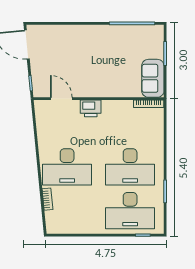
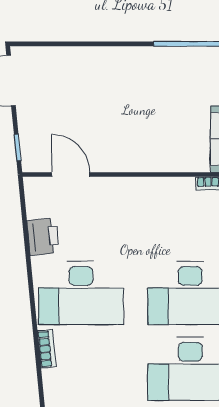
printer: (91, 108) -> (43, 237), moved, turned -96

